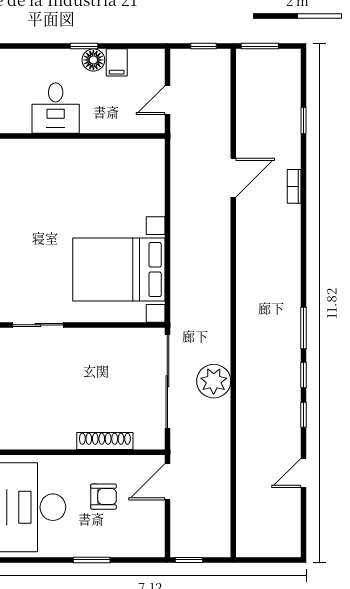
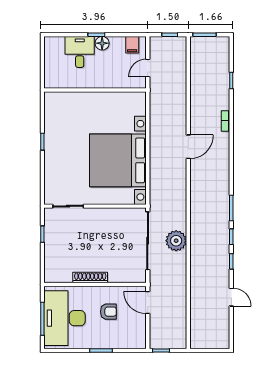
filing cabinet: (117, 62) -> (132, 45), moved
desk: (56, 108) -> (80, 52), moved, turned 180
door: (233, 178) -> (188, 147), moved
bed with nightstands: (119, 270) -> (118, 160), width x1.36
shoe rack: (105, 441) -> (90, 277), moved
door: (304, 473) -> (231, 297), swing flipped
door: (167, 482) -> (148, 302), hinge flipped

